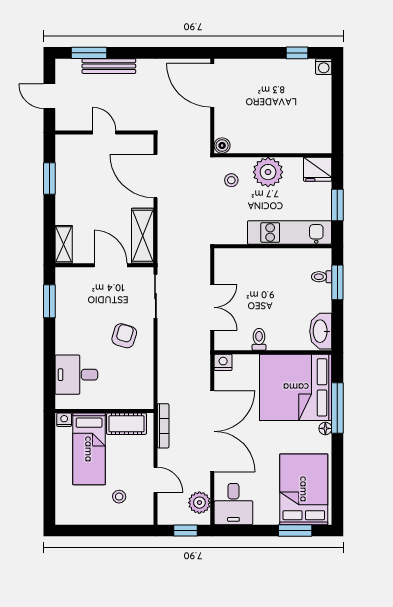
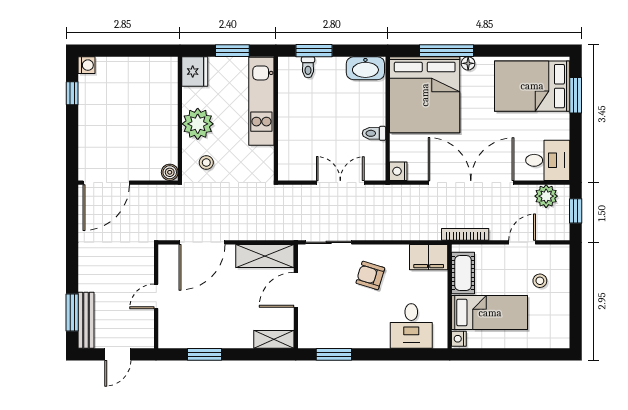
bench: (109, 66) -> (86, 320), moved
filing cabinet: (142, 391) -> (429, 257), added

